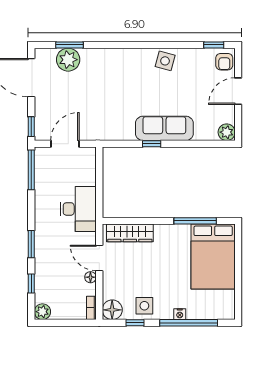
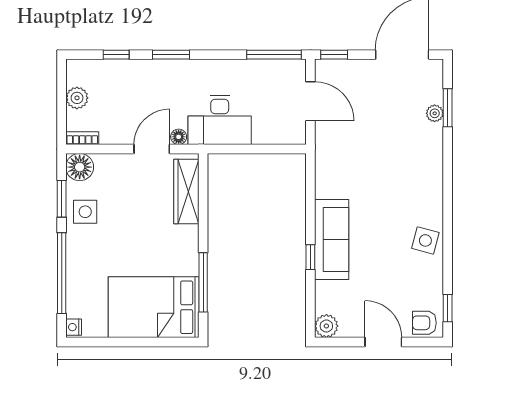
plant: (68, 60) -> (435, 113), width x0.53, depth x0.53
window: (152, 144) -> (310, 257), moved
floor lamp: (90, 277) -> (179, 137), moved
plant: (42, 312) -> (77, 98), moved
nightstand: (180, 314) -> (74, 327), moved
window: (135, 323) -> (62, 199), width x1.50

